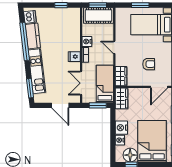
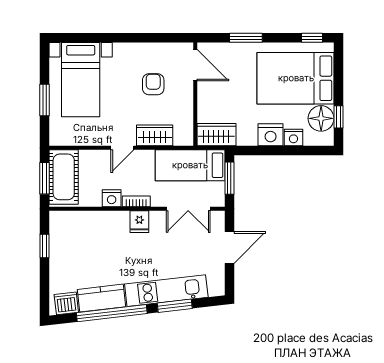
wardrobe: (121, 76) -> (155, 135), moved
window: (30, 88) -> (175, 306), moved

